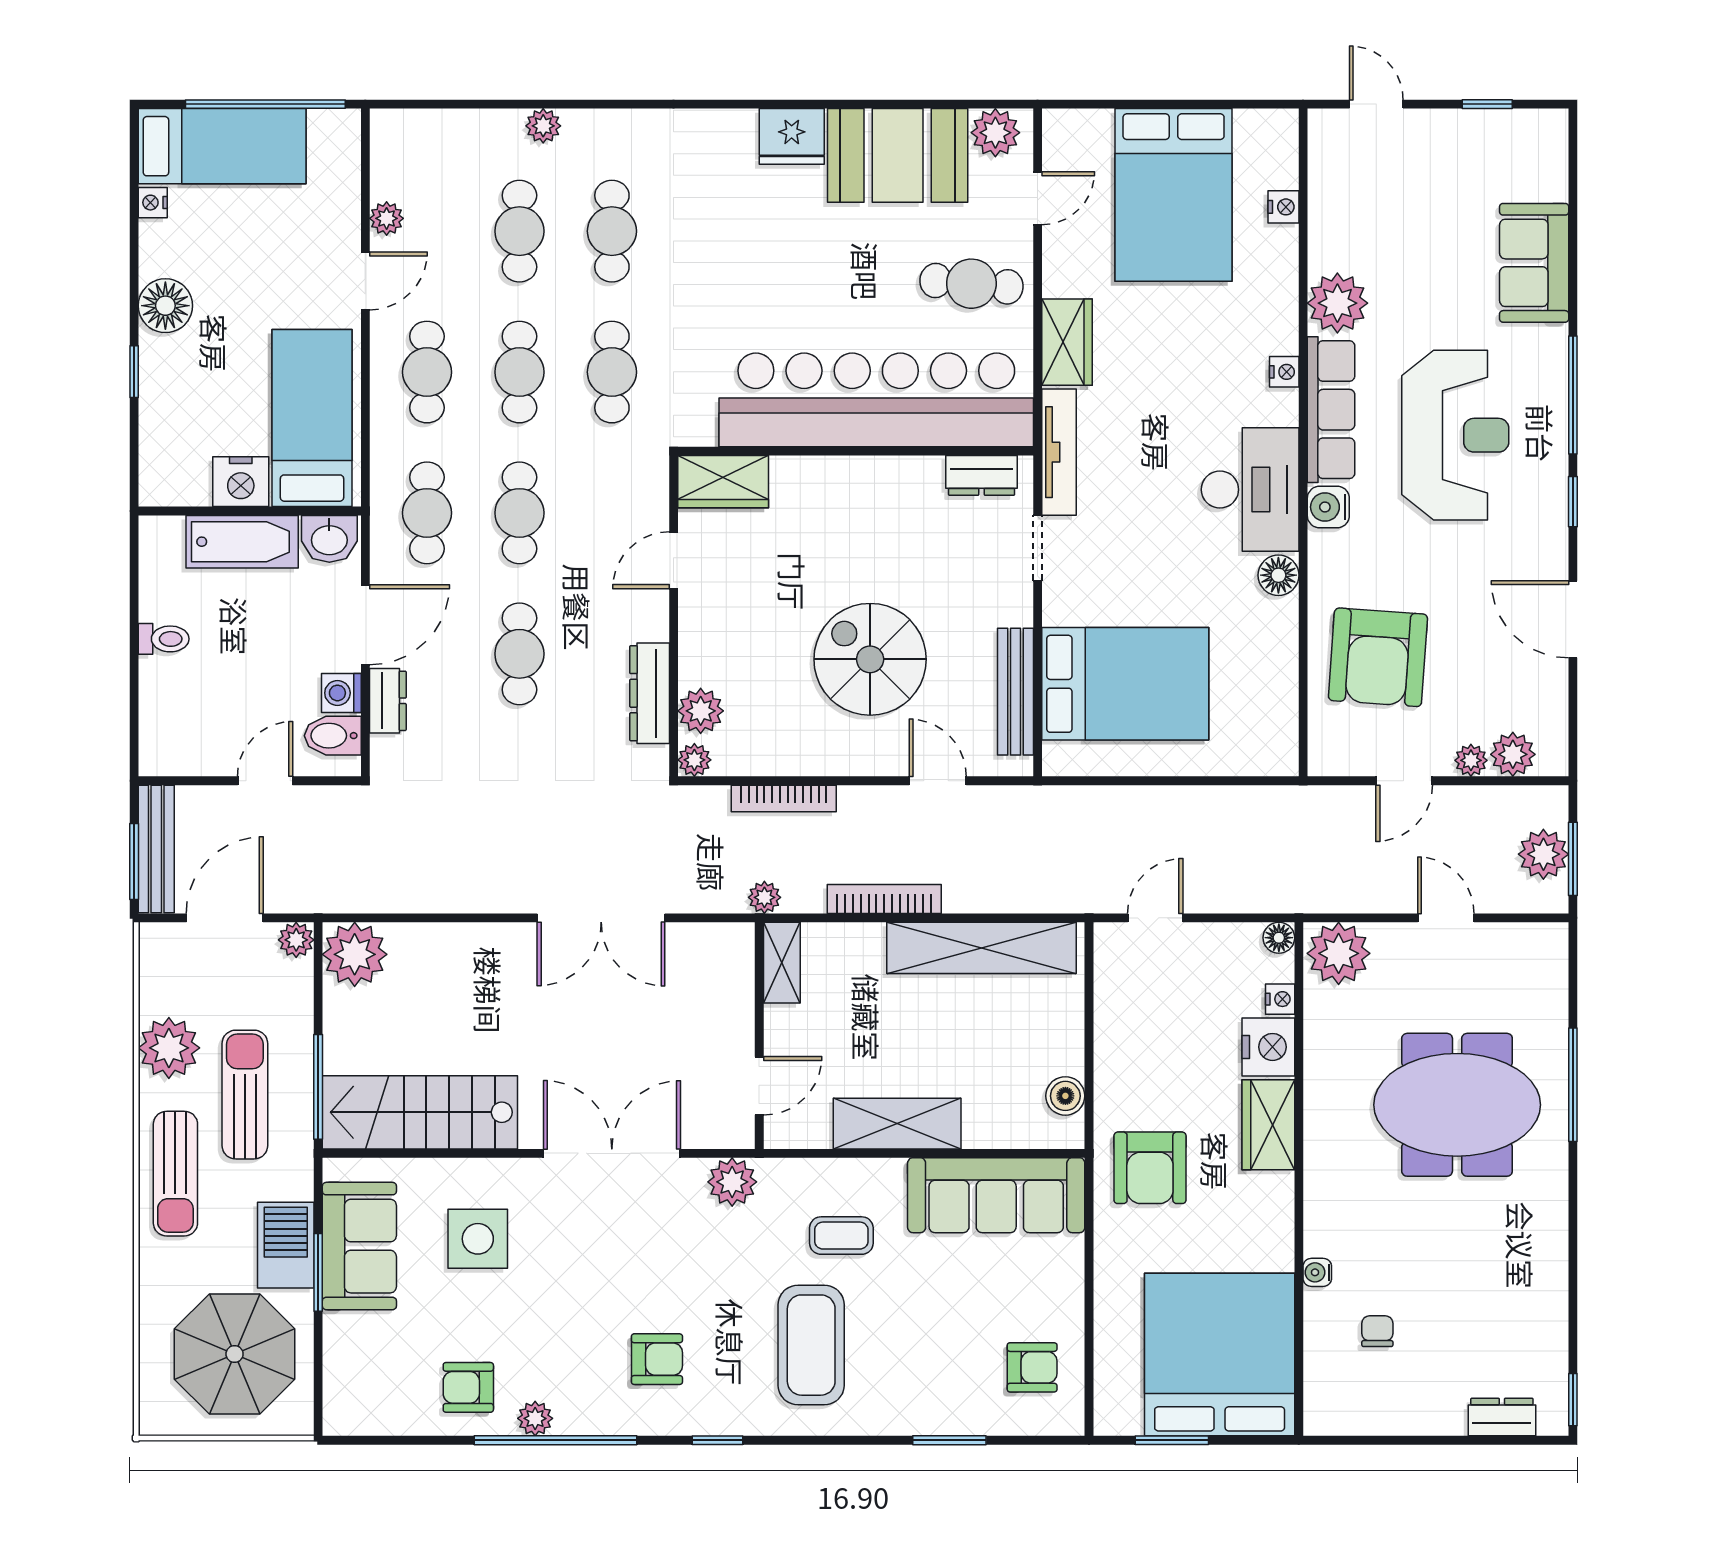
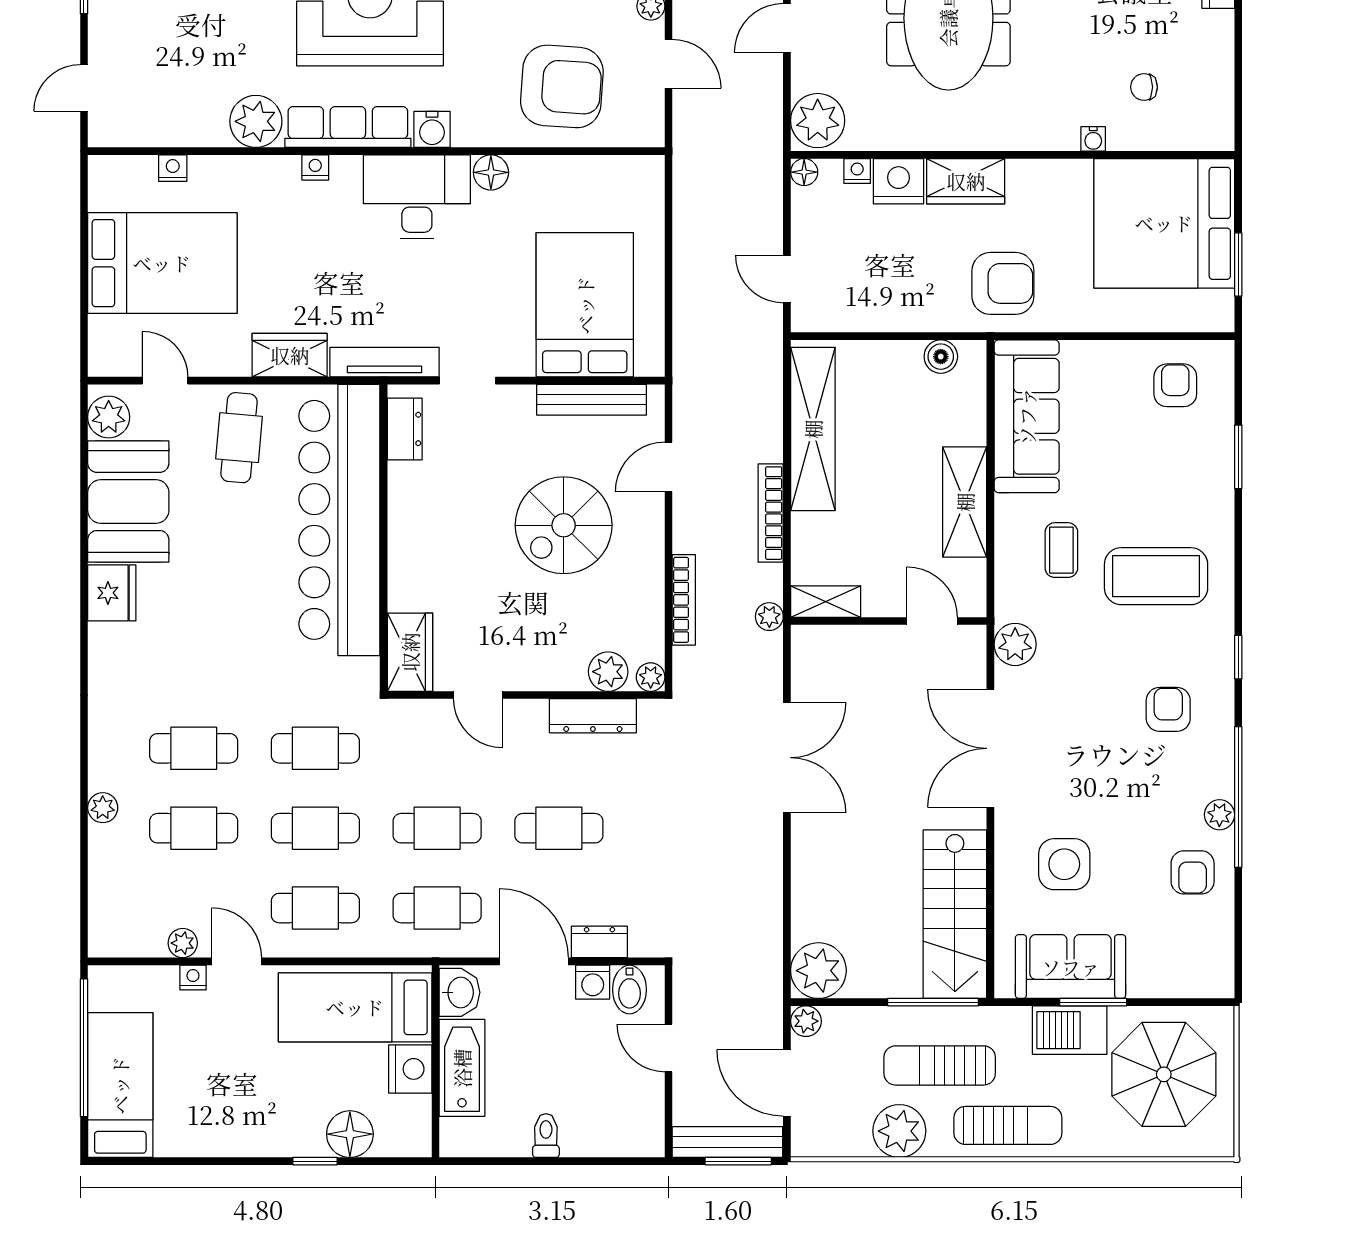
nightstand: (153, 203) -> (193, 978), moved, turned 180
floor lamp: (165, 306) -> (350, 1134), moved

